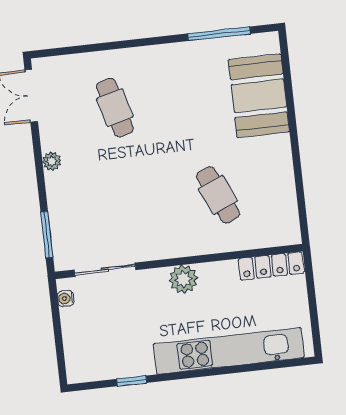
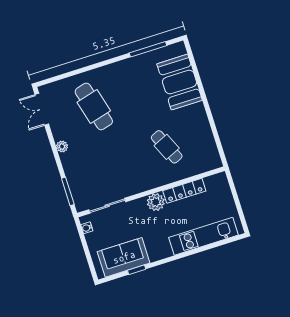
cafe table: (115, 108) -> (94, 106), width x1.37, depth x1.35
locker: (271, 266) -> (184, 191), moved
kitchen unit: (229, 351) -> (204, 236), width x0.73
sofa: (115, 357) -> (124, 257), added

